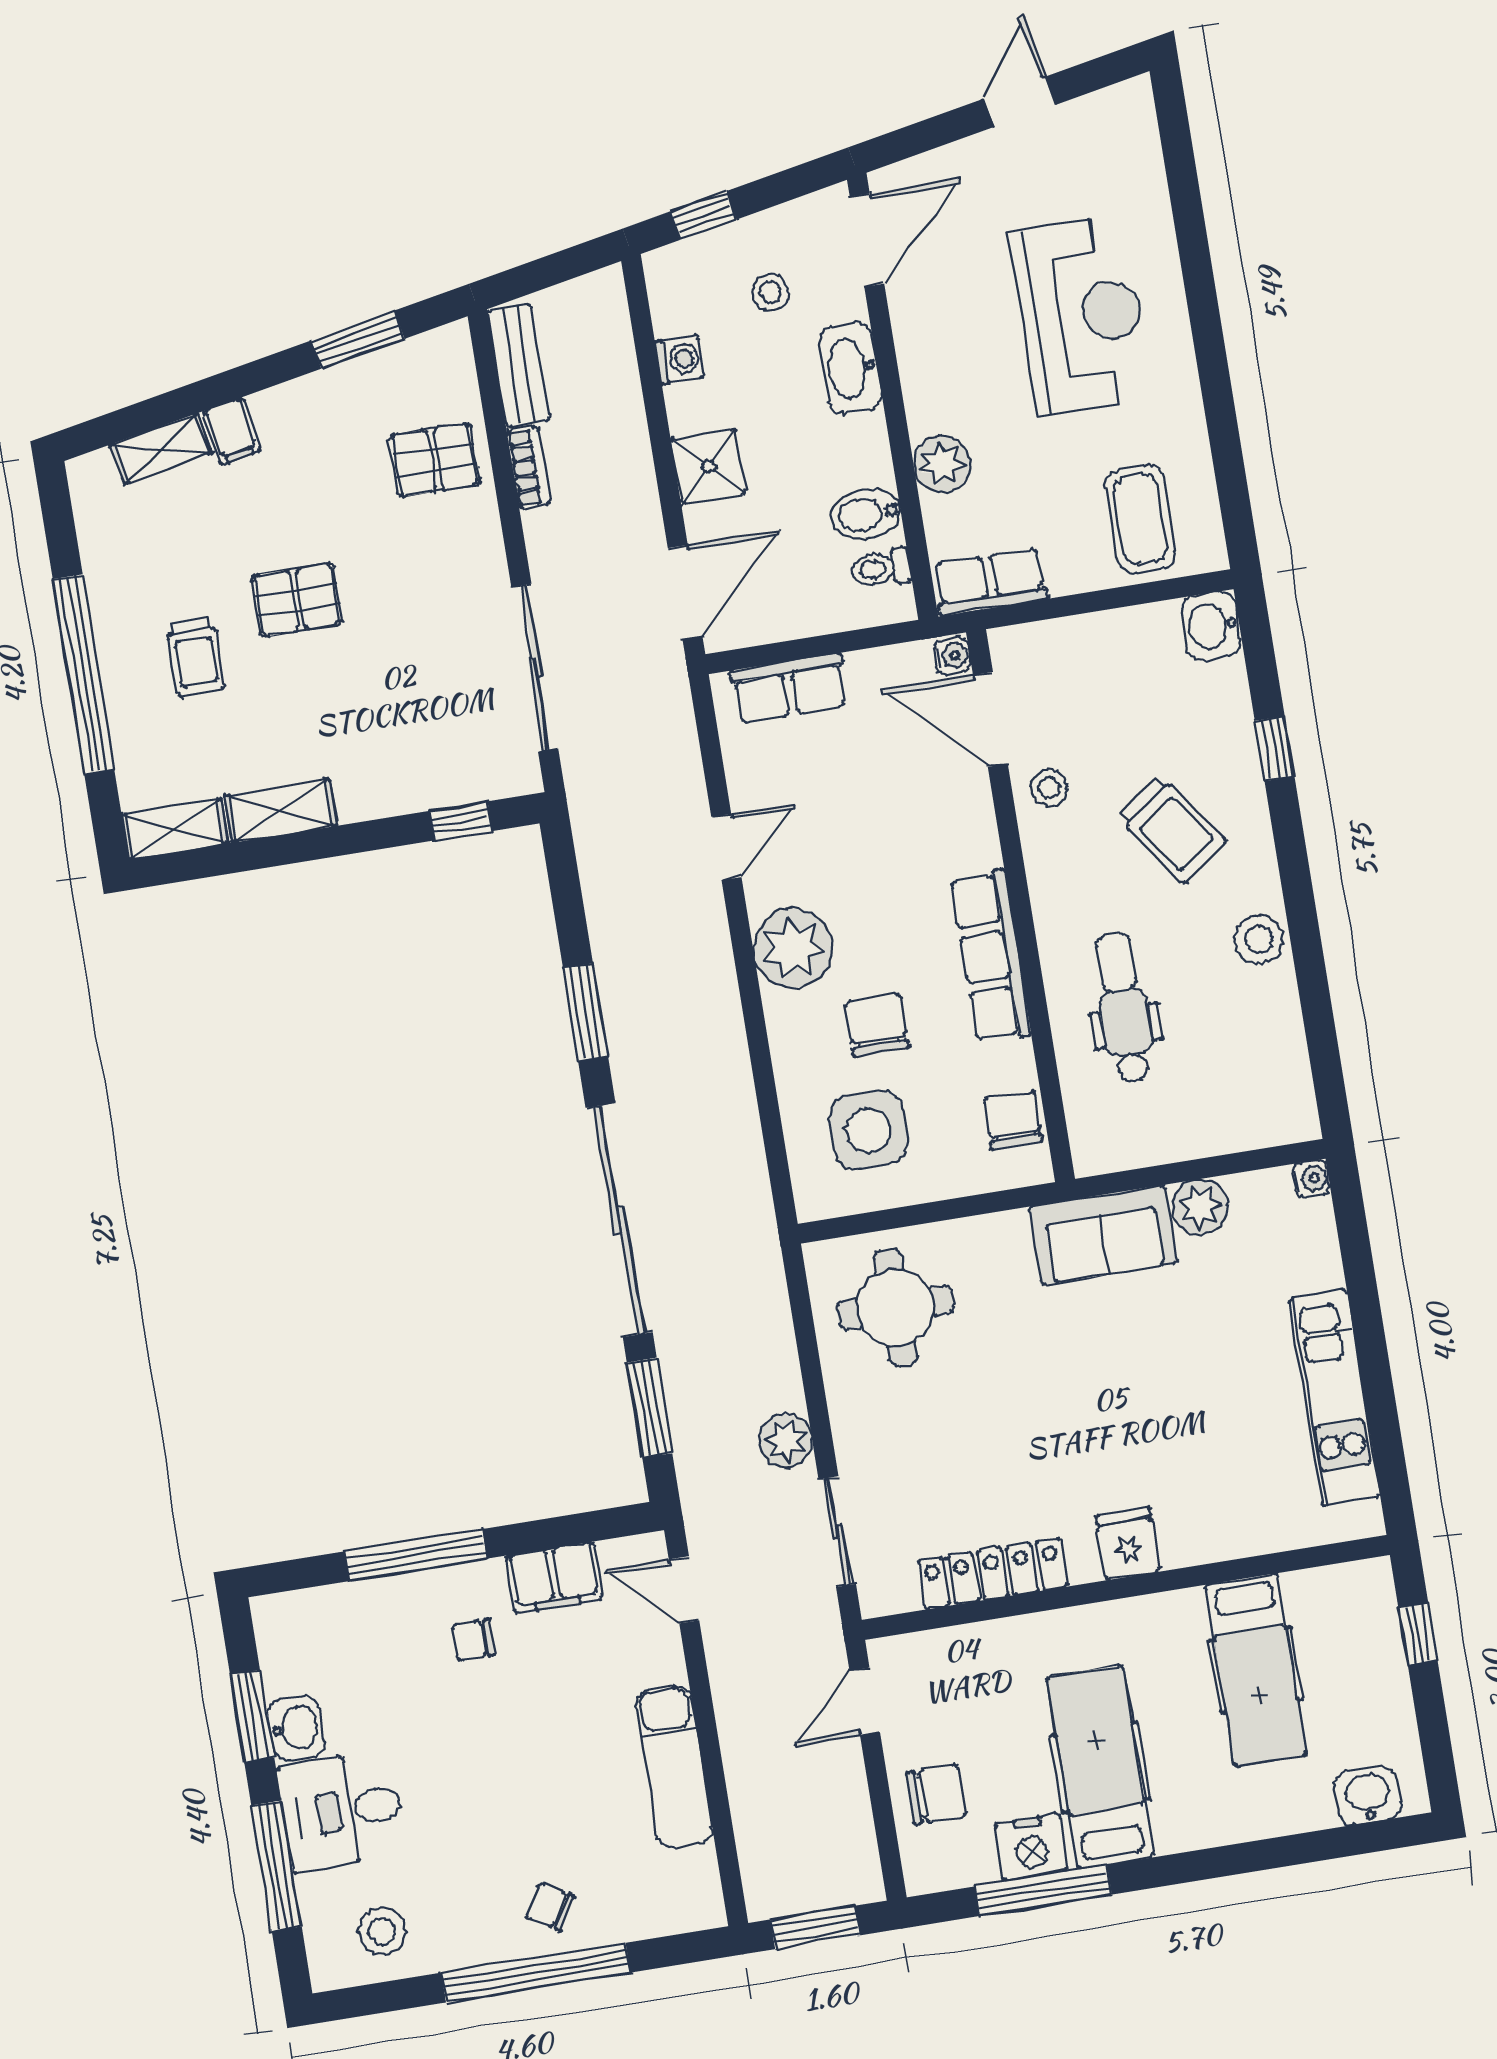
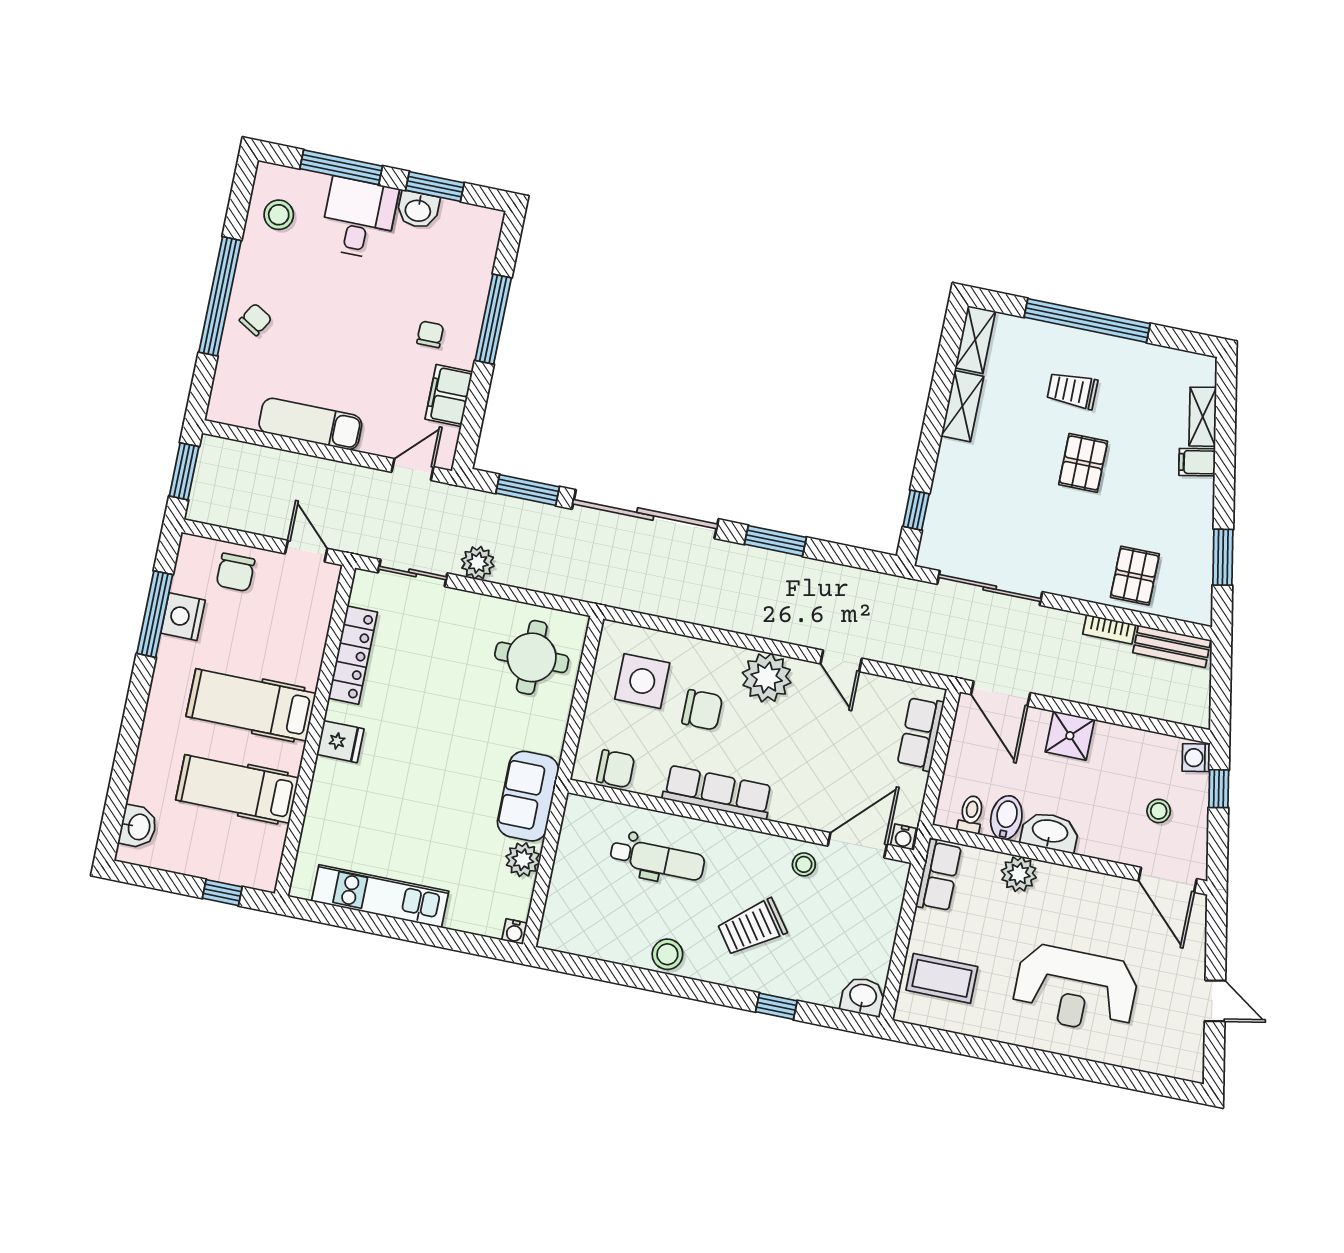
washing machine: (680, 359) -> (1196, 758), moved, turned 79
washbasin: (850, 368) -> (1050, 832), moved
hospital bed: (1100, 1767) -> (251, 705), moved, turned 180

